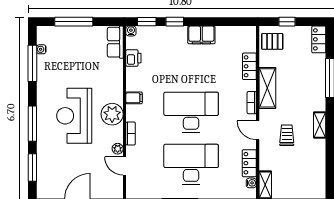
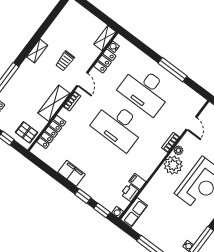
locker: (249, 66) -> (51, 132), width x1.53
filing cabinet: (134, 98) -> (137, 182), moved
plant: (118, 149) -> (178, 150), moved

